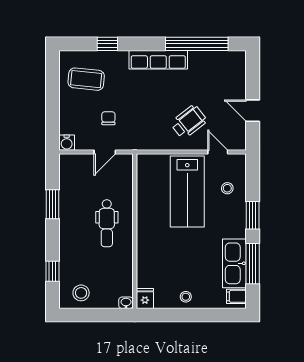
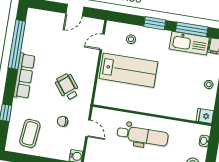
wheelchair: (189, 122) -> (67, 87), moved
dental chair: (107, 223) -> (143, 136), width x1.36, depth x1.38
washbasin: (126, 303) -> (204, 141), moved

